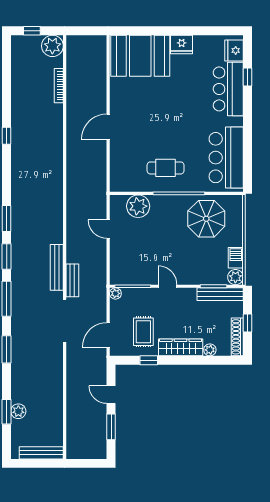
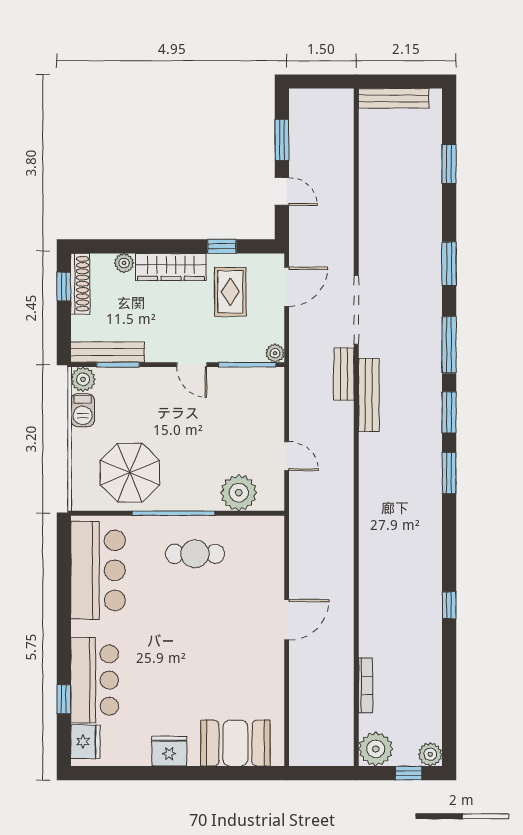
booth: (140, 56) -> (235, 743), width x0.73, depth x0.70
window: (248, 323) -> (64, 287), moved
plant: (18, 411) -> (430, 754), moved

